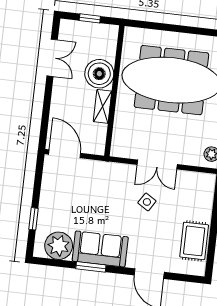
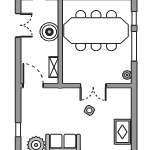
shelving: (103, 106) -> (54, 67), moved

